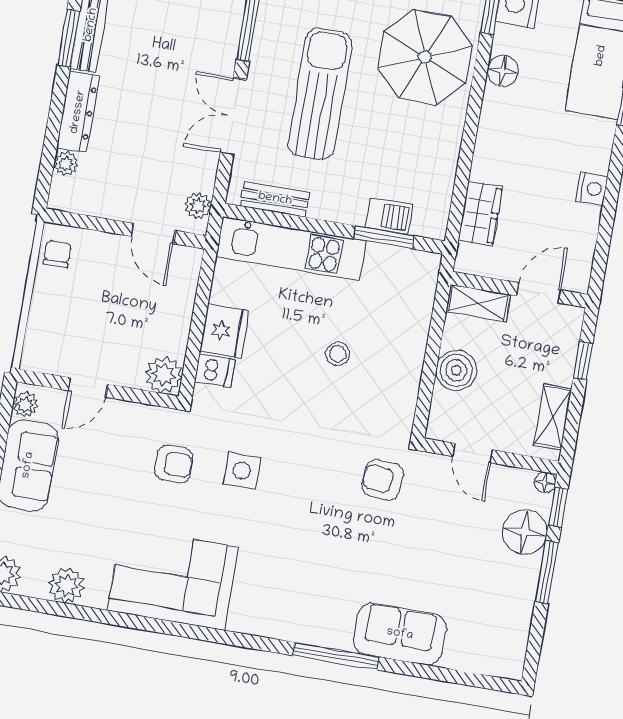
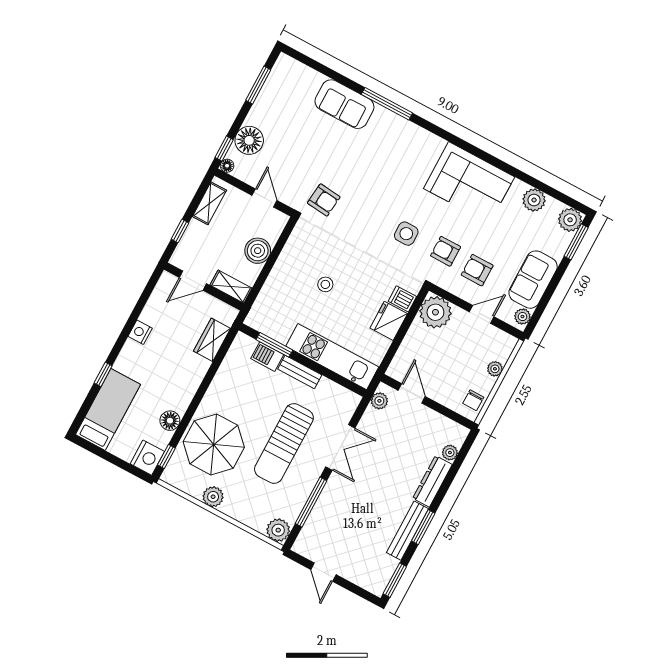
bench: (275, 199) -> (300, 372), moved
plant: (40, 312) -> (495, 369), added
plant: (164, 375) -> (435, 312), width x1.36, depth x1.36
armchair: (117, 451) -> (477, 270), added
window: (547, 572) -> (258, 85), moved

